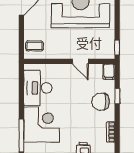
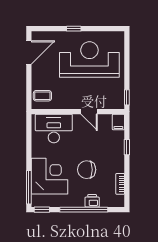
desk: (38, 88) -> (54, 129), moved, turned 90
chair: (101, 102) -> (87, 170), moved

